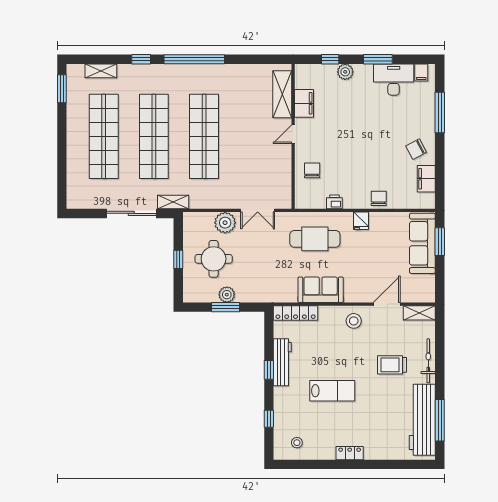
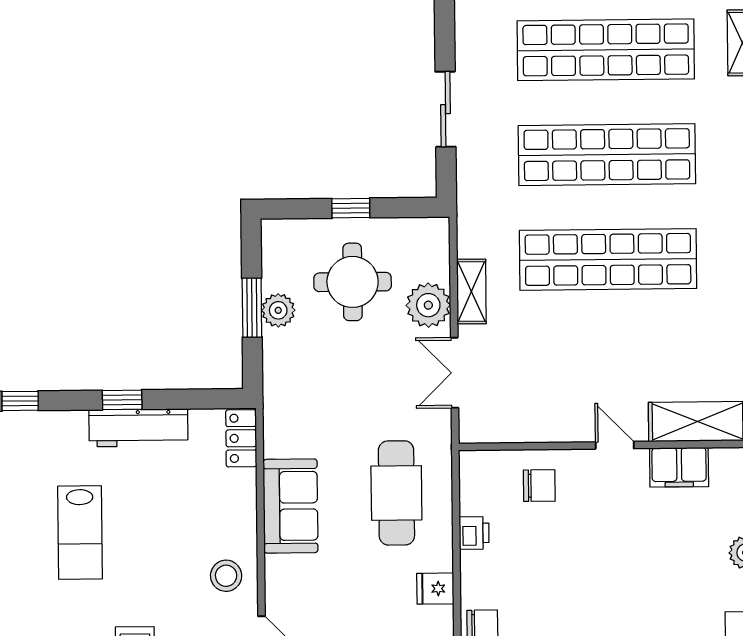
shelving: (173, 202) -> (471, 291), moved
sliding door: (131, 213) -> (445, 109), width x0.73
locker: (296, 313) -> (241, 438), width x0.66

